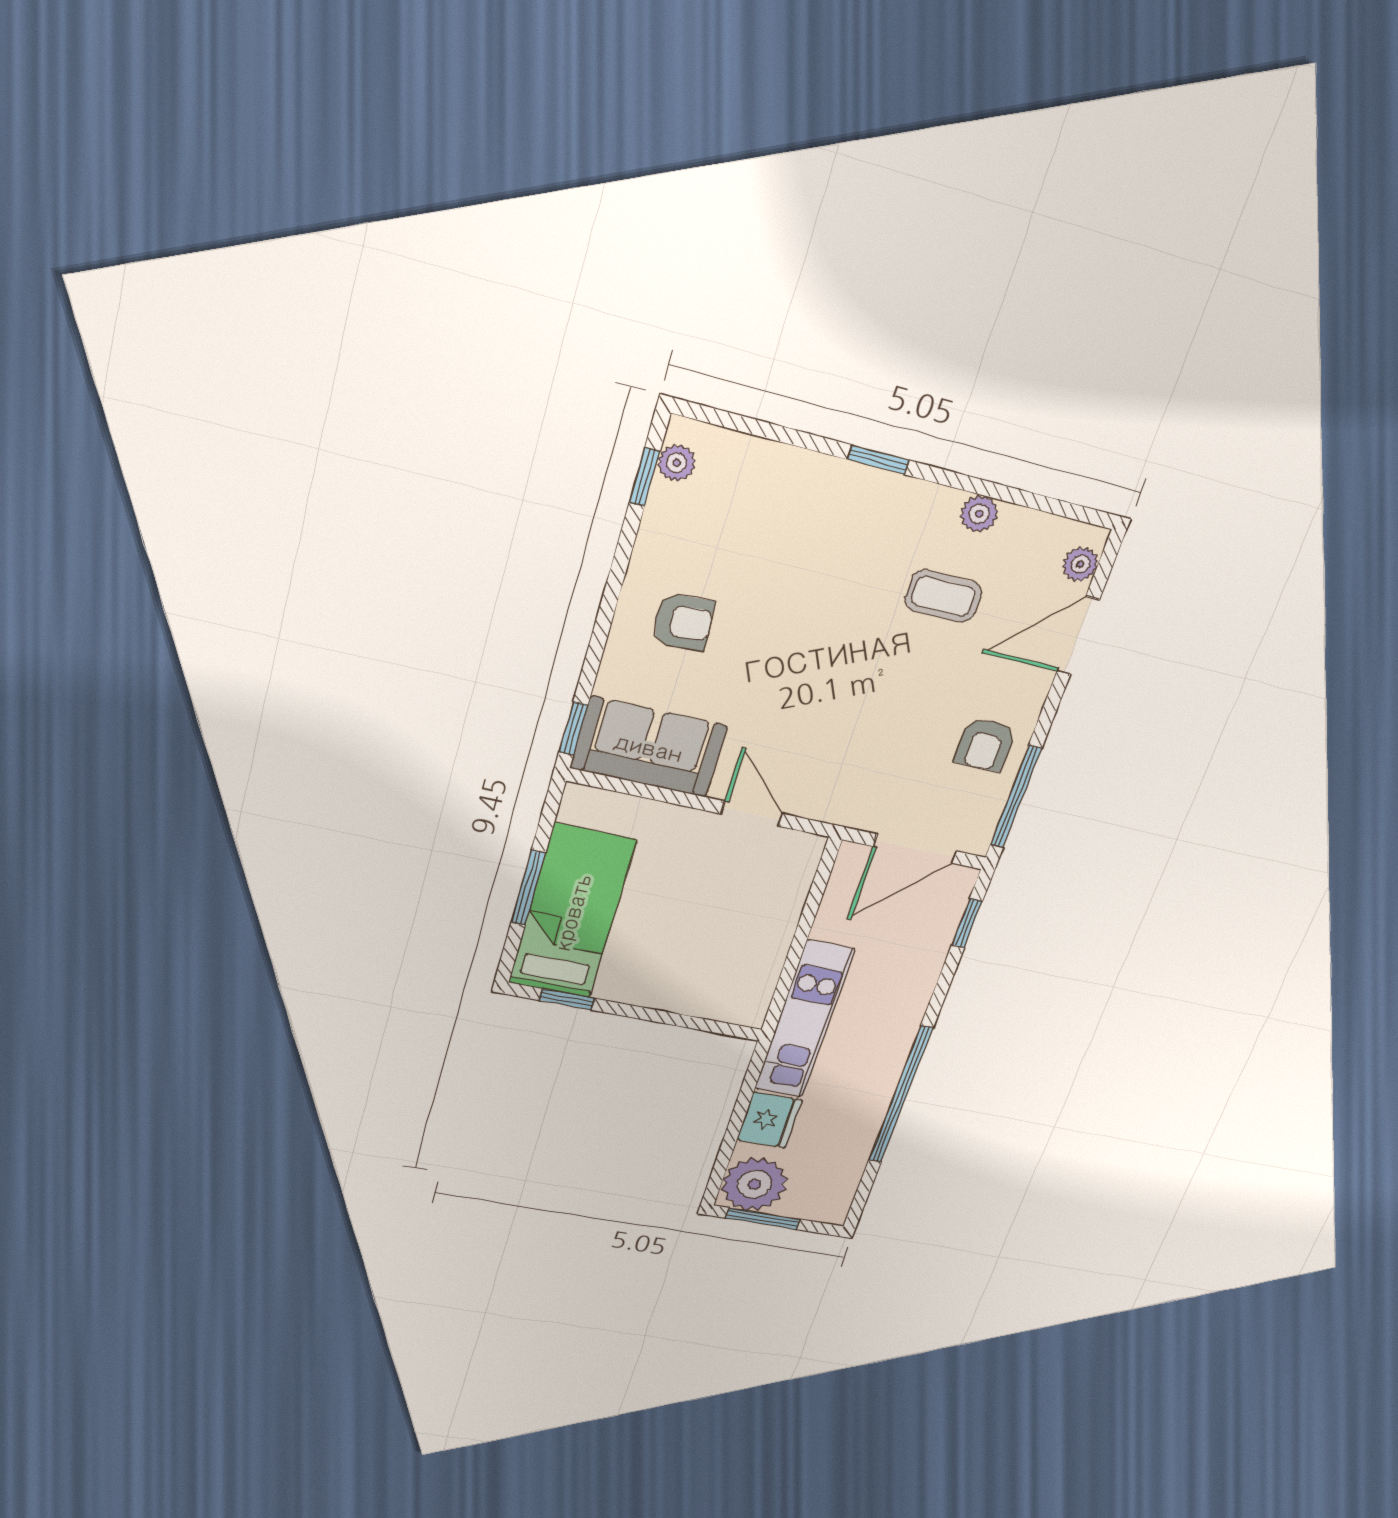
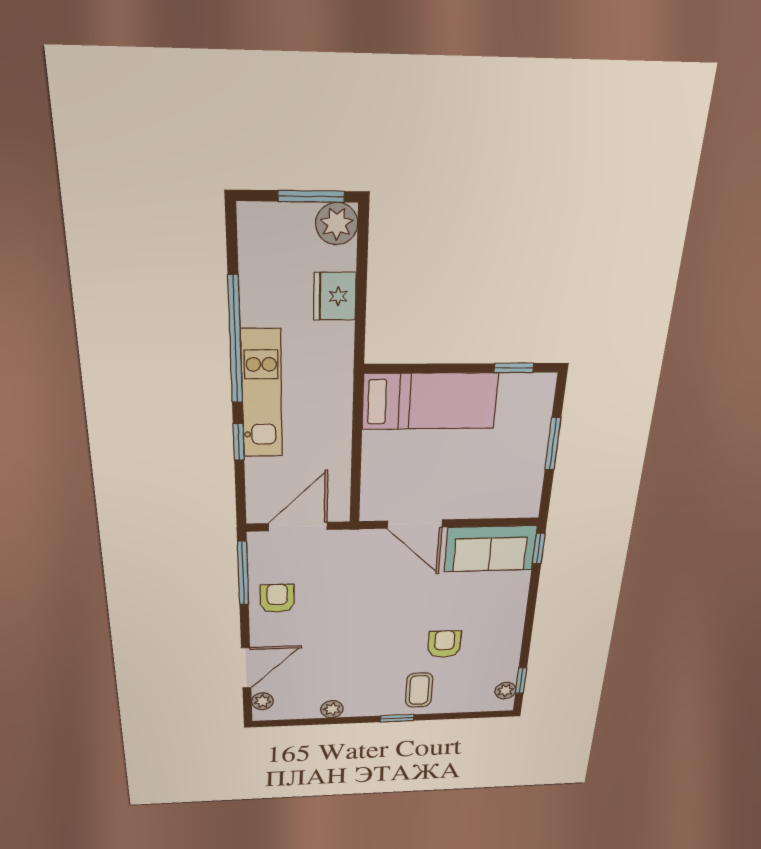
coffee table: (943, 596) -> (419, 690), moved, turned 90
armchair: (683, 622) -> (444, 644), moved, turned 94
door: (752, 814) -> (415, 524), width x1.38
bed: (572, 912) -> (430, 401), moved, turned -90
window: (967, 923) -> (239, 442), moved
kitchen unit: (804, 1019) -> (262, 394), moved, turned 180
plant: (754, 1184) -> (337, 224), width x0.73, depth x0.73

